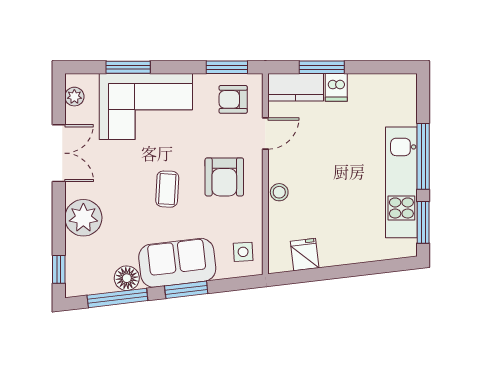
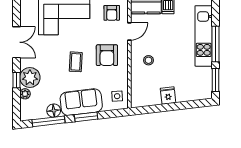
plant: (74, 97) -> (25, 94), moved
armchair: (233, 99) -> (112, 13), turned -90
kitchen unit: (401, 182) -> (204, 36), moved
stool: (279, 192) -> (148, 60), moved
fridge: (305, 255) -> (168, 96), moved
window: (59, 269) -> (17, 80), moved

